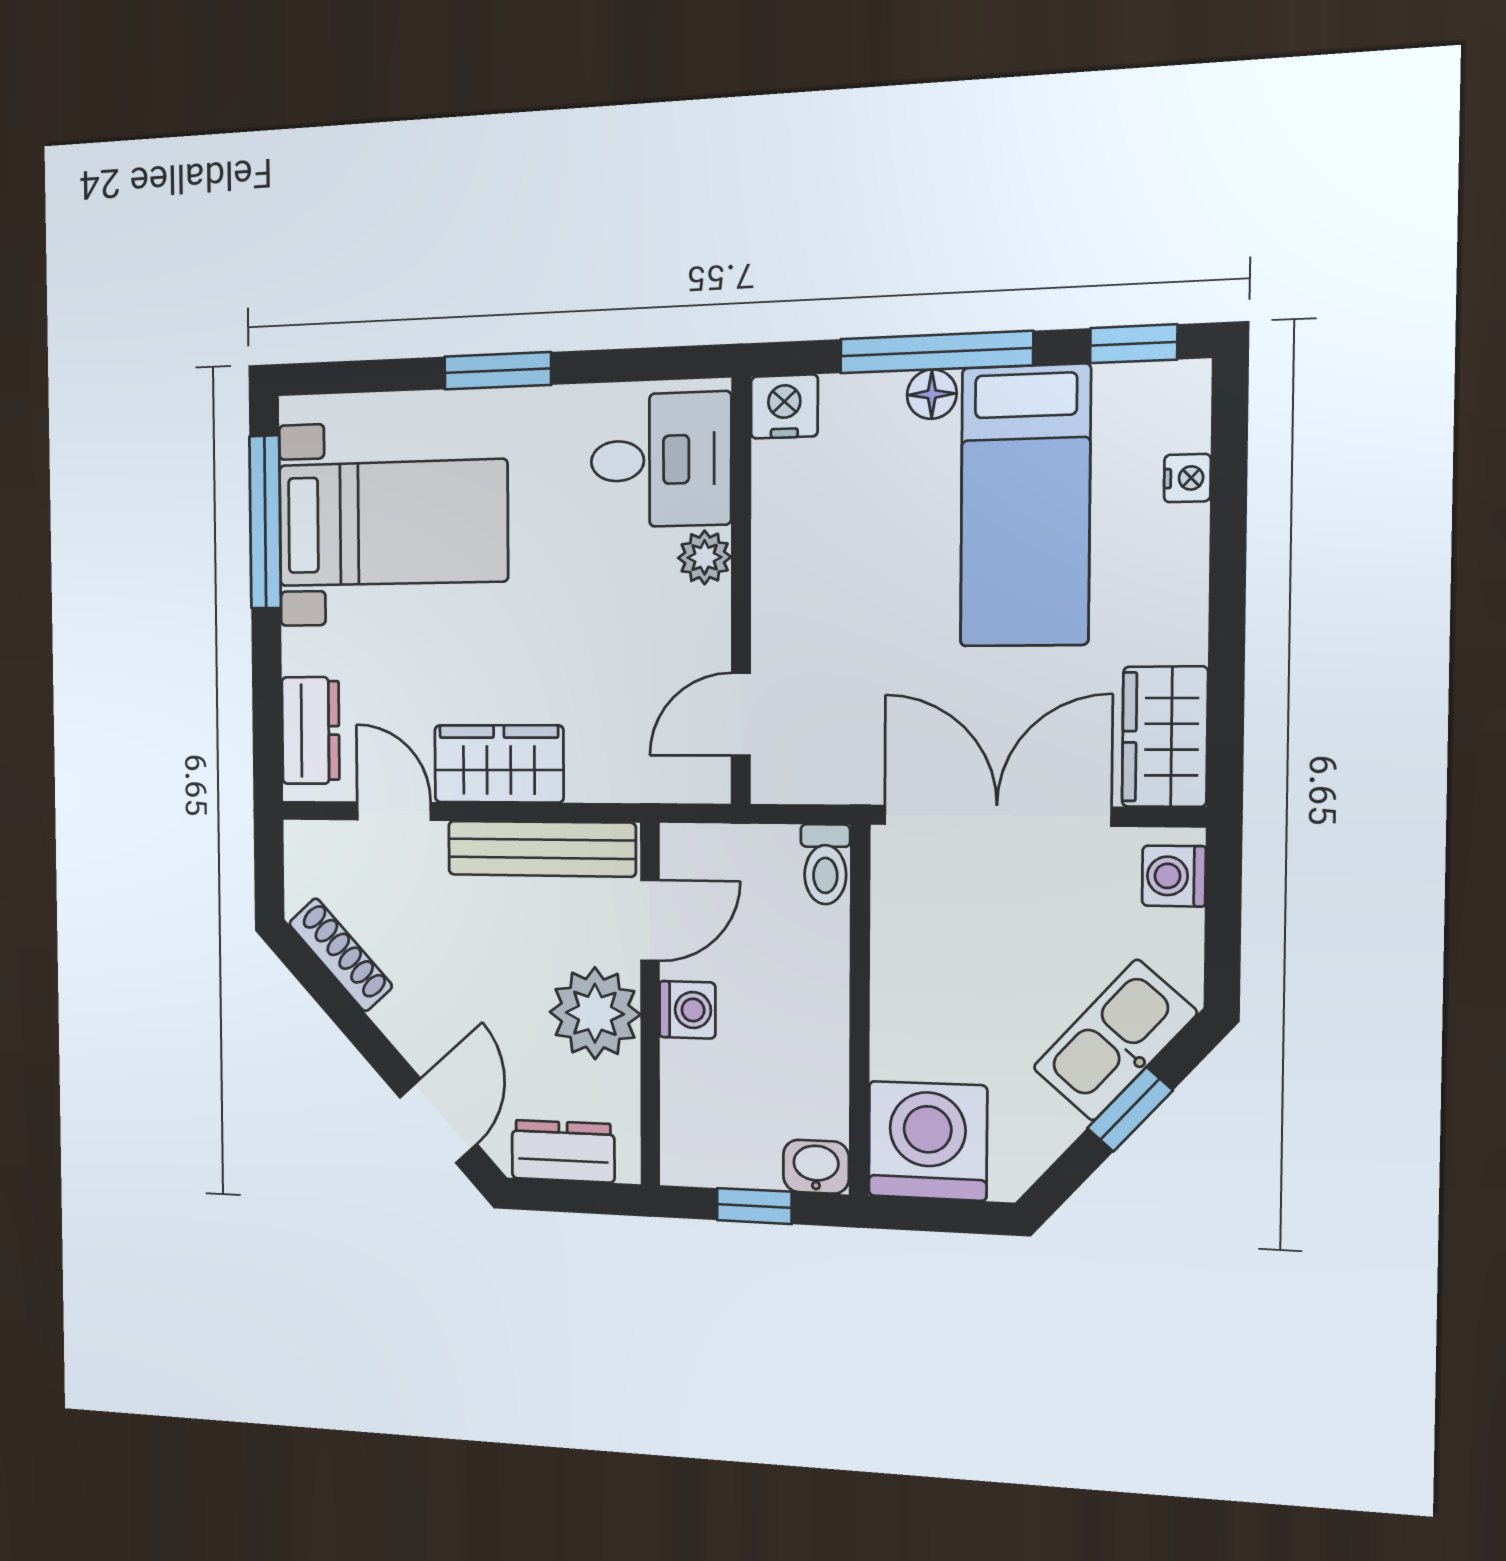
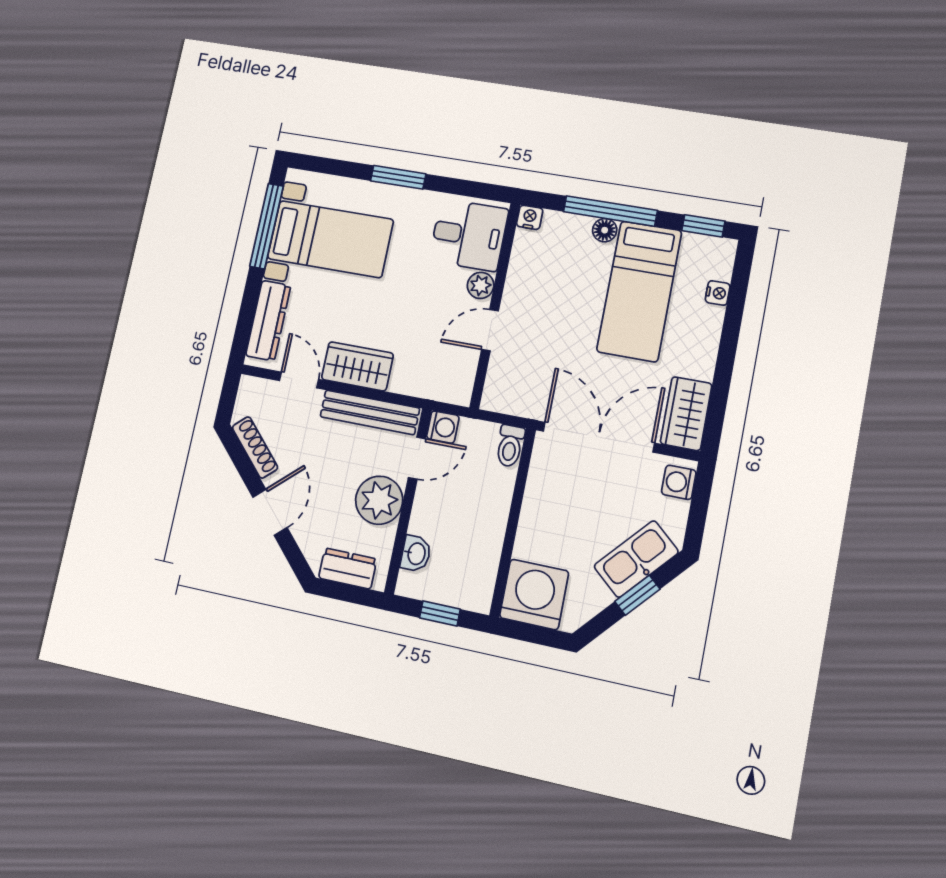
nightstand: (784, 406) -> (530, 217), width x0.72, depth x0.74
door: (741, 714) -> (490, 330), moved
dresser: (311, 730) -> (268, 321), width x1.44
washing machine: (687, 1010) -> (443, 427), moved
door: (438, 1121) -> (270, 512), moved
washbasin: (816, 1167) -> (416, 554), moved, turned 90

